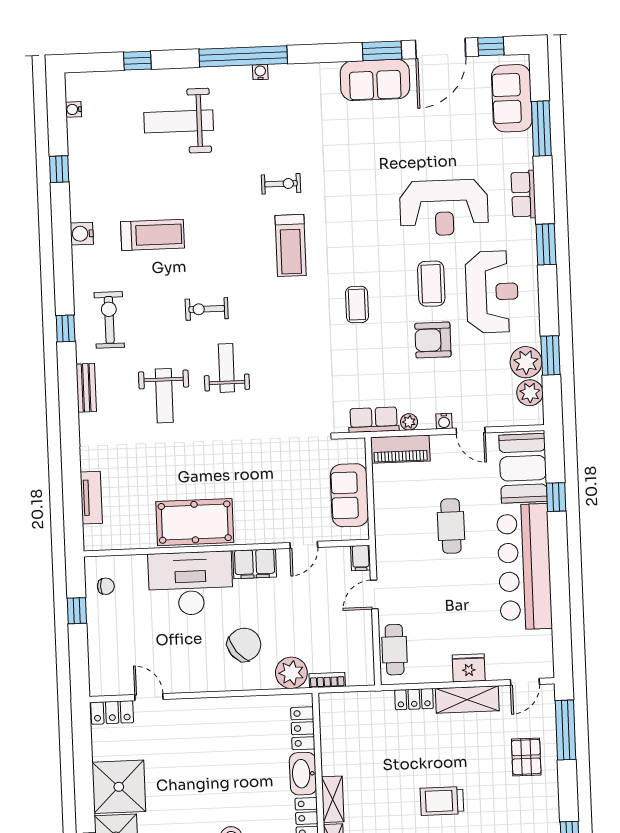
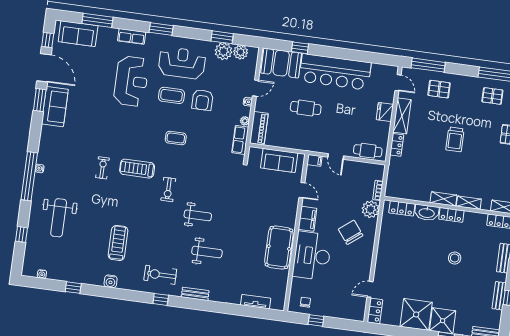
treadmill: (291, 245) -> (137, 169), turned 180
exercise bike: (207, 309) -> (168, 190), moved
weight bench: (226, 368) -> (198, 215), turned 180

